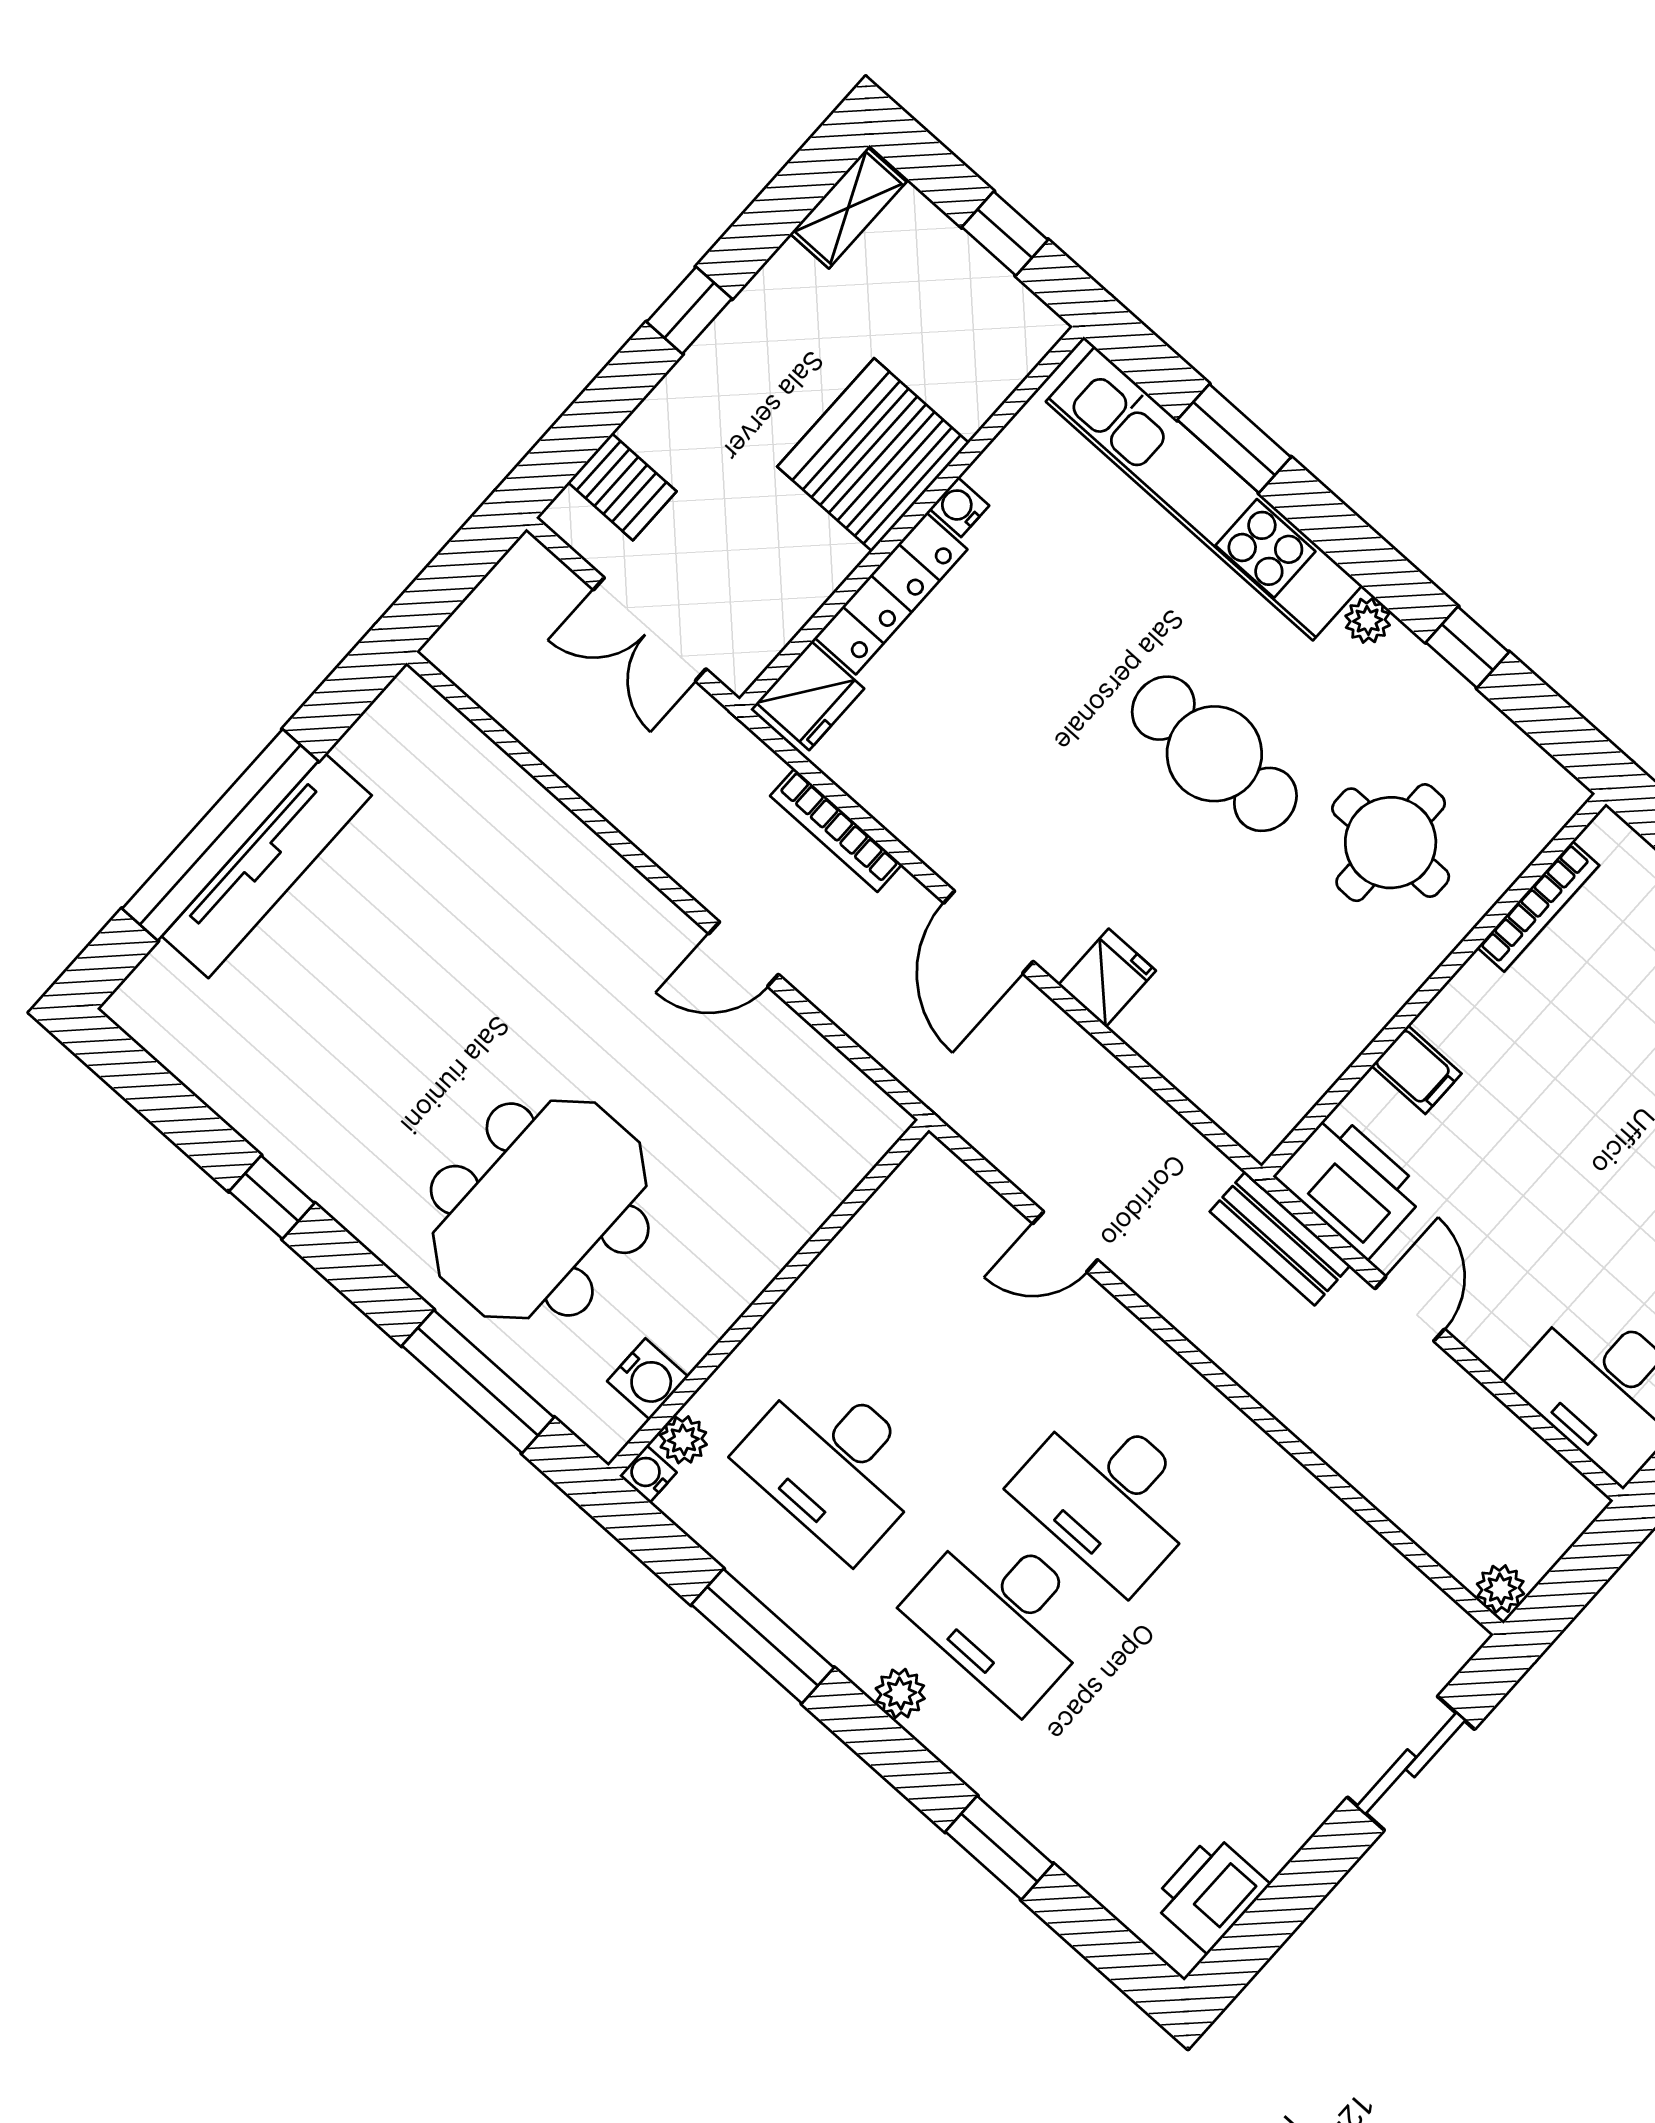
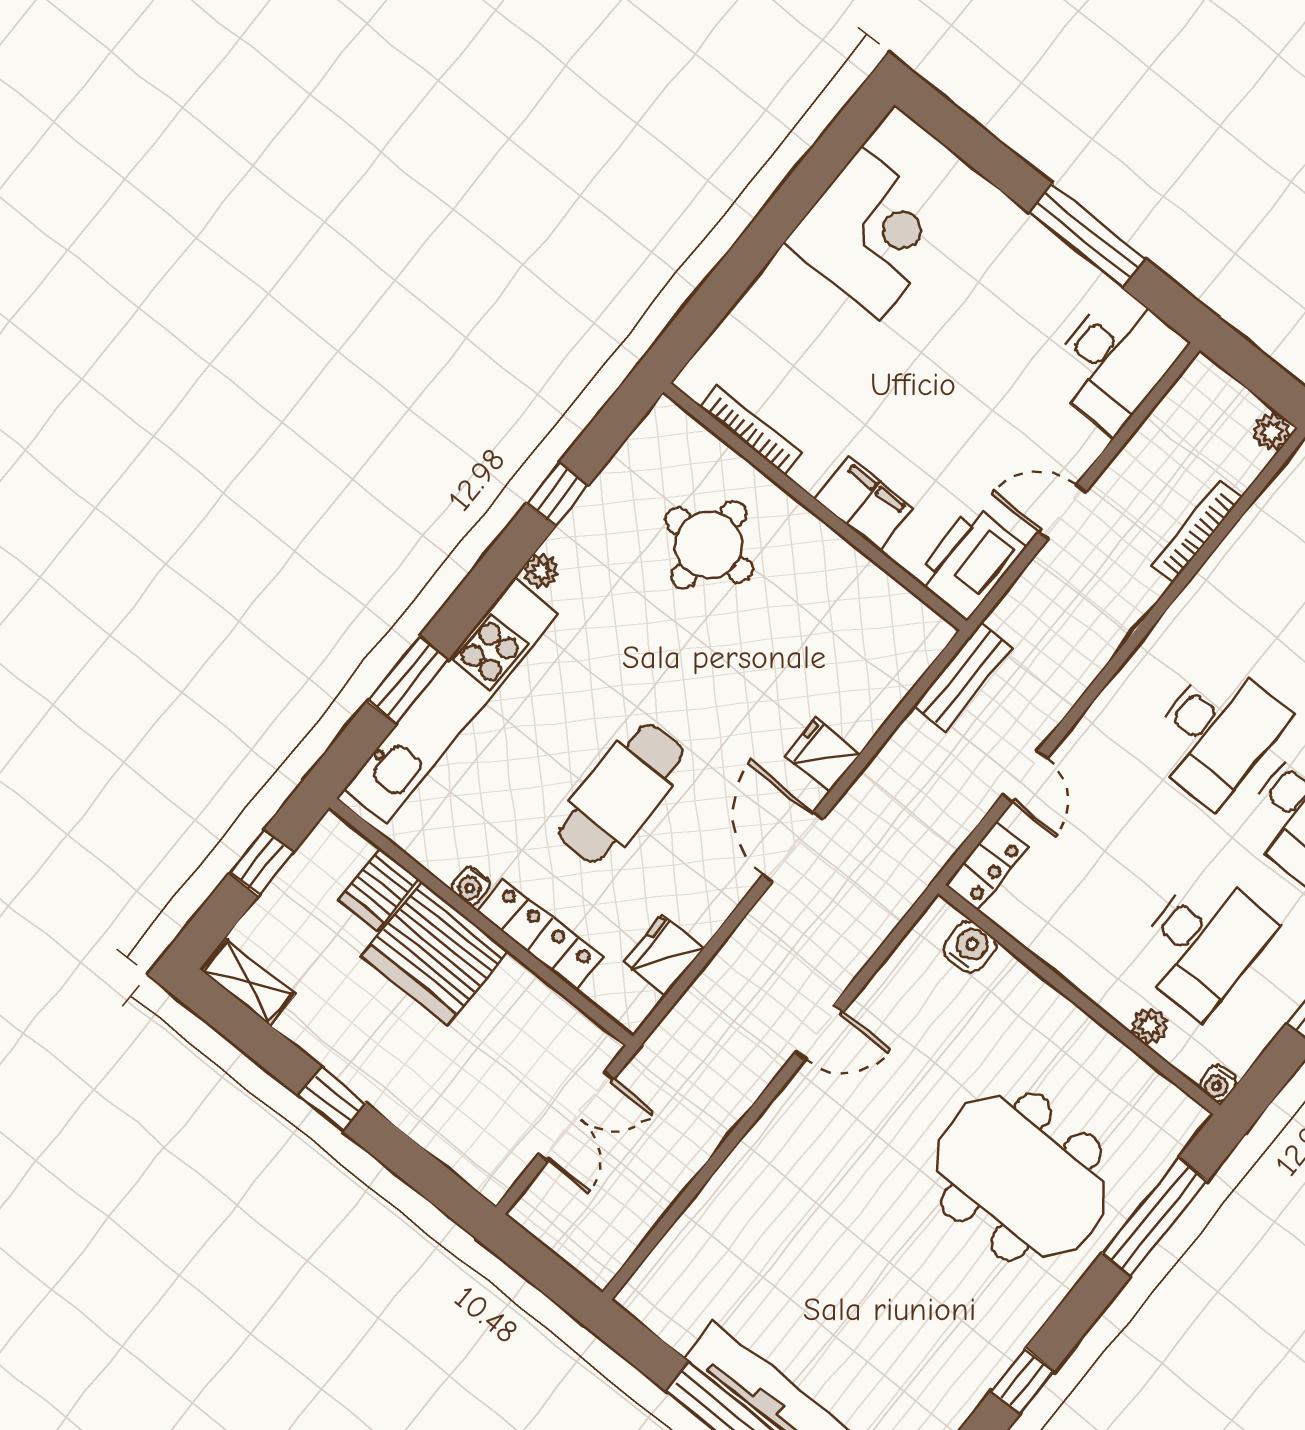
server rack: (622, 487) -> (379, 889), moved, turned 180
fridge: (810, 696) -> (664, 955), moved, turned -90
cafe table: (1214, 754) -> (621, 793), moved
bookcase: (836, 830) -> (1197, 532), moved, turned 180
door: (989, 932) -> (793, 847), swing flipped
door: (744, 954) -> (819, 1032), hinge flipped
filing cabinet: (1416, 1070) -> (864, 503), width x2.00
locker: (951, 1185) -> (987, 866), added
bench: (1280, 1239) -> (963, 677), moved
water cooler: (648, 1379) -> (970, 947), moved
plant: (683, 1440) -> (1150, 1026), moved

